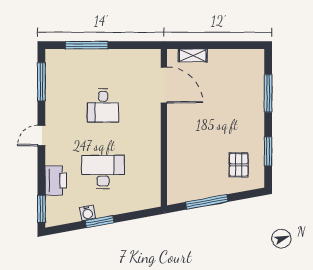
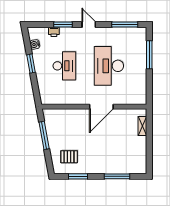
door: (164, 85) -> (101, 107), moved
desk: (103, 105) -> (109, 66), width x1.87, depth x1.30
printer: (56, 181) -> (54, 32), width x0.53, depth x0.68
window: (41, 209) -> (63, 25), moved
water cooler: (87, 213) -> (35, 44), moved

